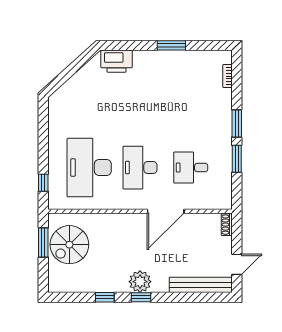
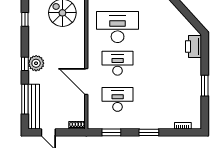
window: (237, 159) -> (111, 132), moved
desk: (191, 168) -> (118, 99), width x1.37
window: (105, 297) -> (25, 19), moved
window: (190, 297) -> (25, 99), added

